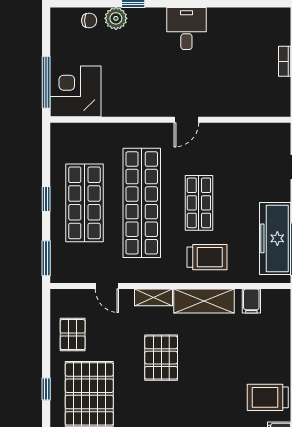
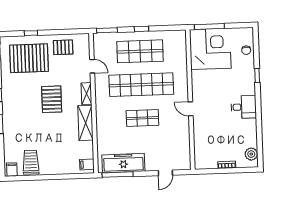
plant: (116, 18) -> (251, 154), moved
corner desk: (75, 91) -> (210, 49), width x1.36, depth x1.36
trolley: (207, 257) -> (111, 124), removed
door: (107, 286) -> (92, 66), swing flipped
filing cabinet: (251, 301) -> (87, 164), moved
pallet: (161, 358) -> (52, 99), turned 90

